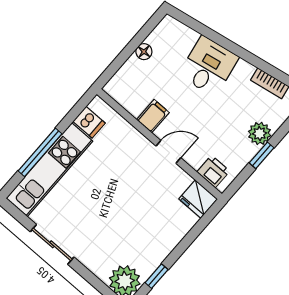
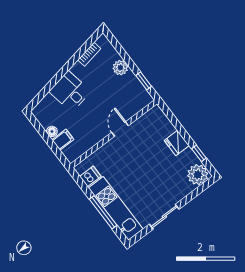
filing cabinet: (153, 116) -> (63, 140), moved, turned 90
window: (262, 155) -> (144, 81), moved
printer: (213, 172) -> (139, 103), removed
fridge: (198, 199) -> (177, 143), moved, turned 90

